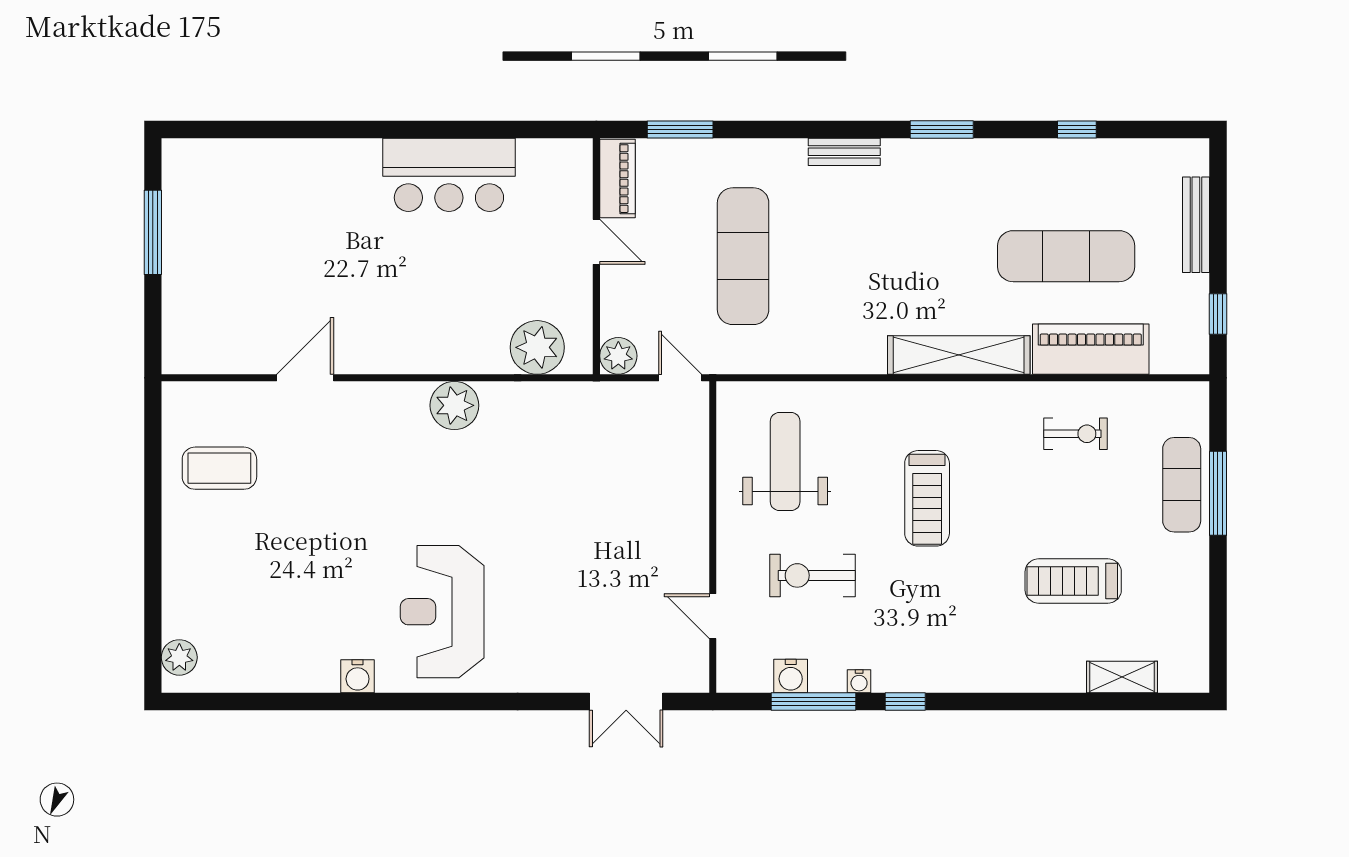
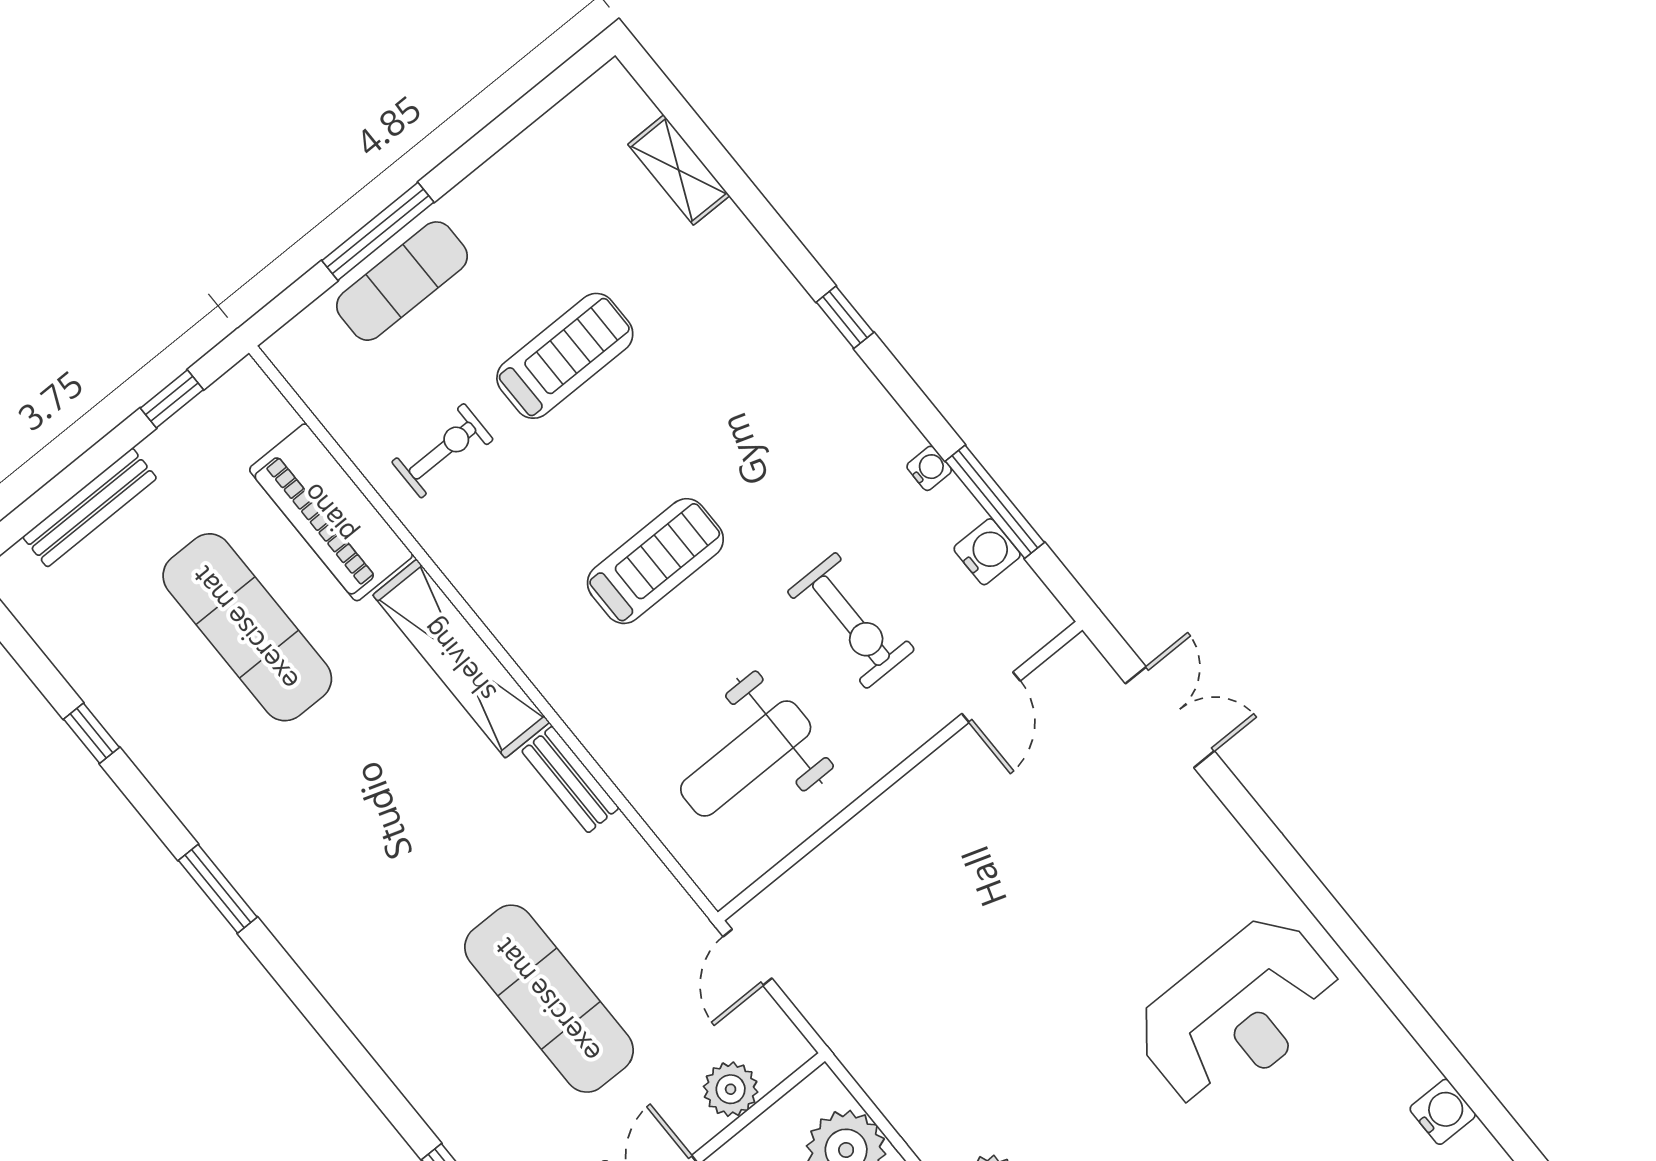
bench: (844, 152) -> (570, 780), moved
exercise mat: (743, 256) -> (549, 999), turned 90
plant: (618, 356) -> (731, 1089), moved
exercise bike: (1076, 434) -> (443, 451), turned 90
treadmill: (1073, 581) -> (565, 356), moved, turned -90
water cooler: (358, 676) -> (1443, 1112), moved
window: (905, 701) -> (845, 317), moved

